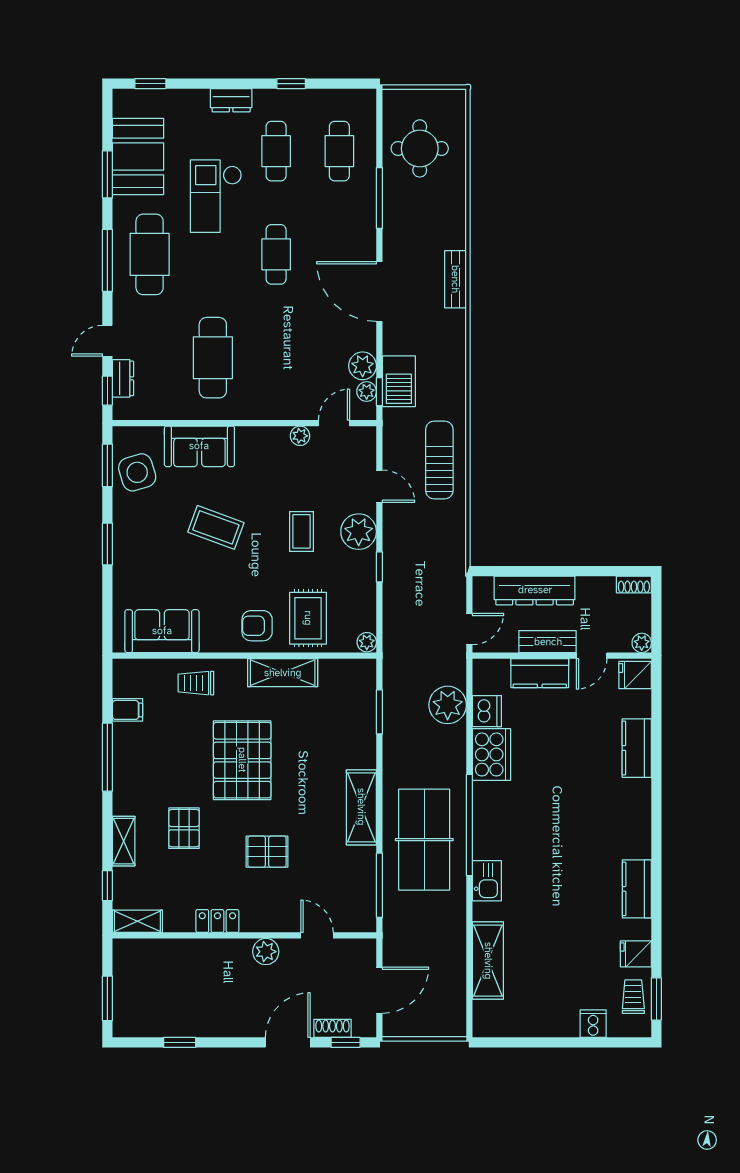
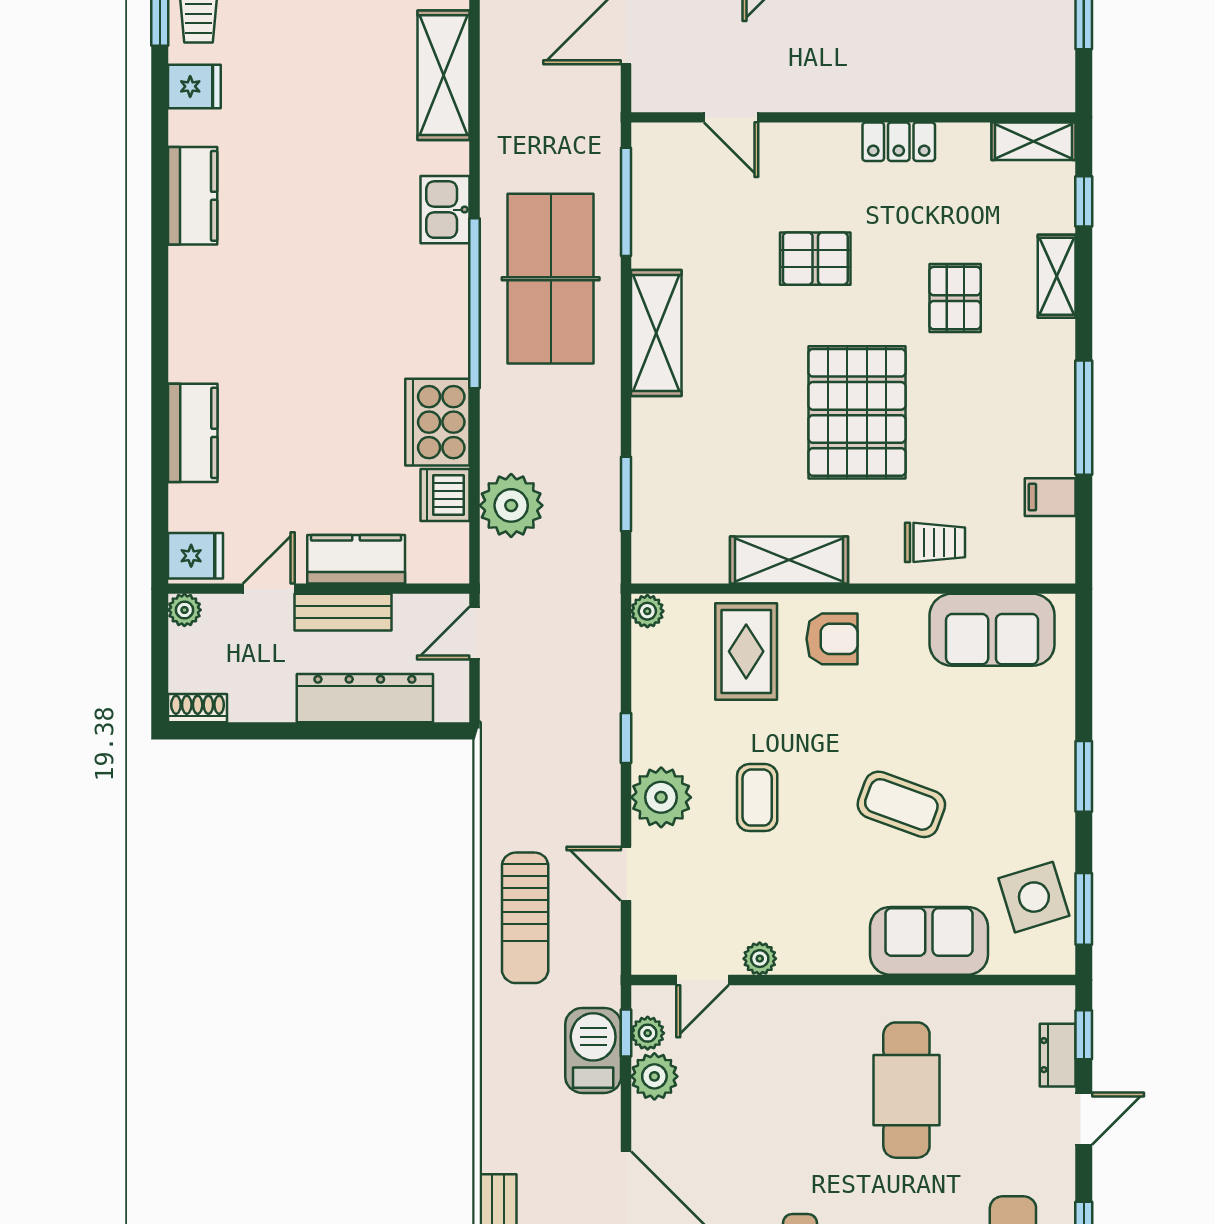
plant: (266, 952) -> (817, 90), removed

